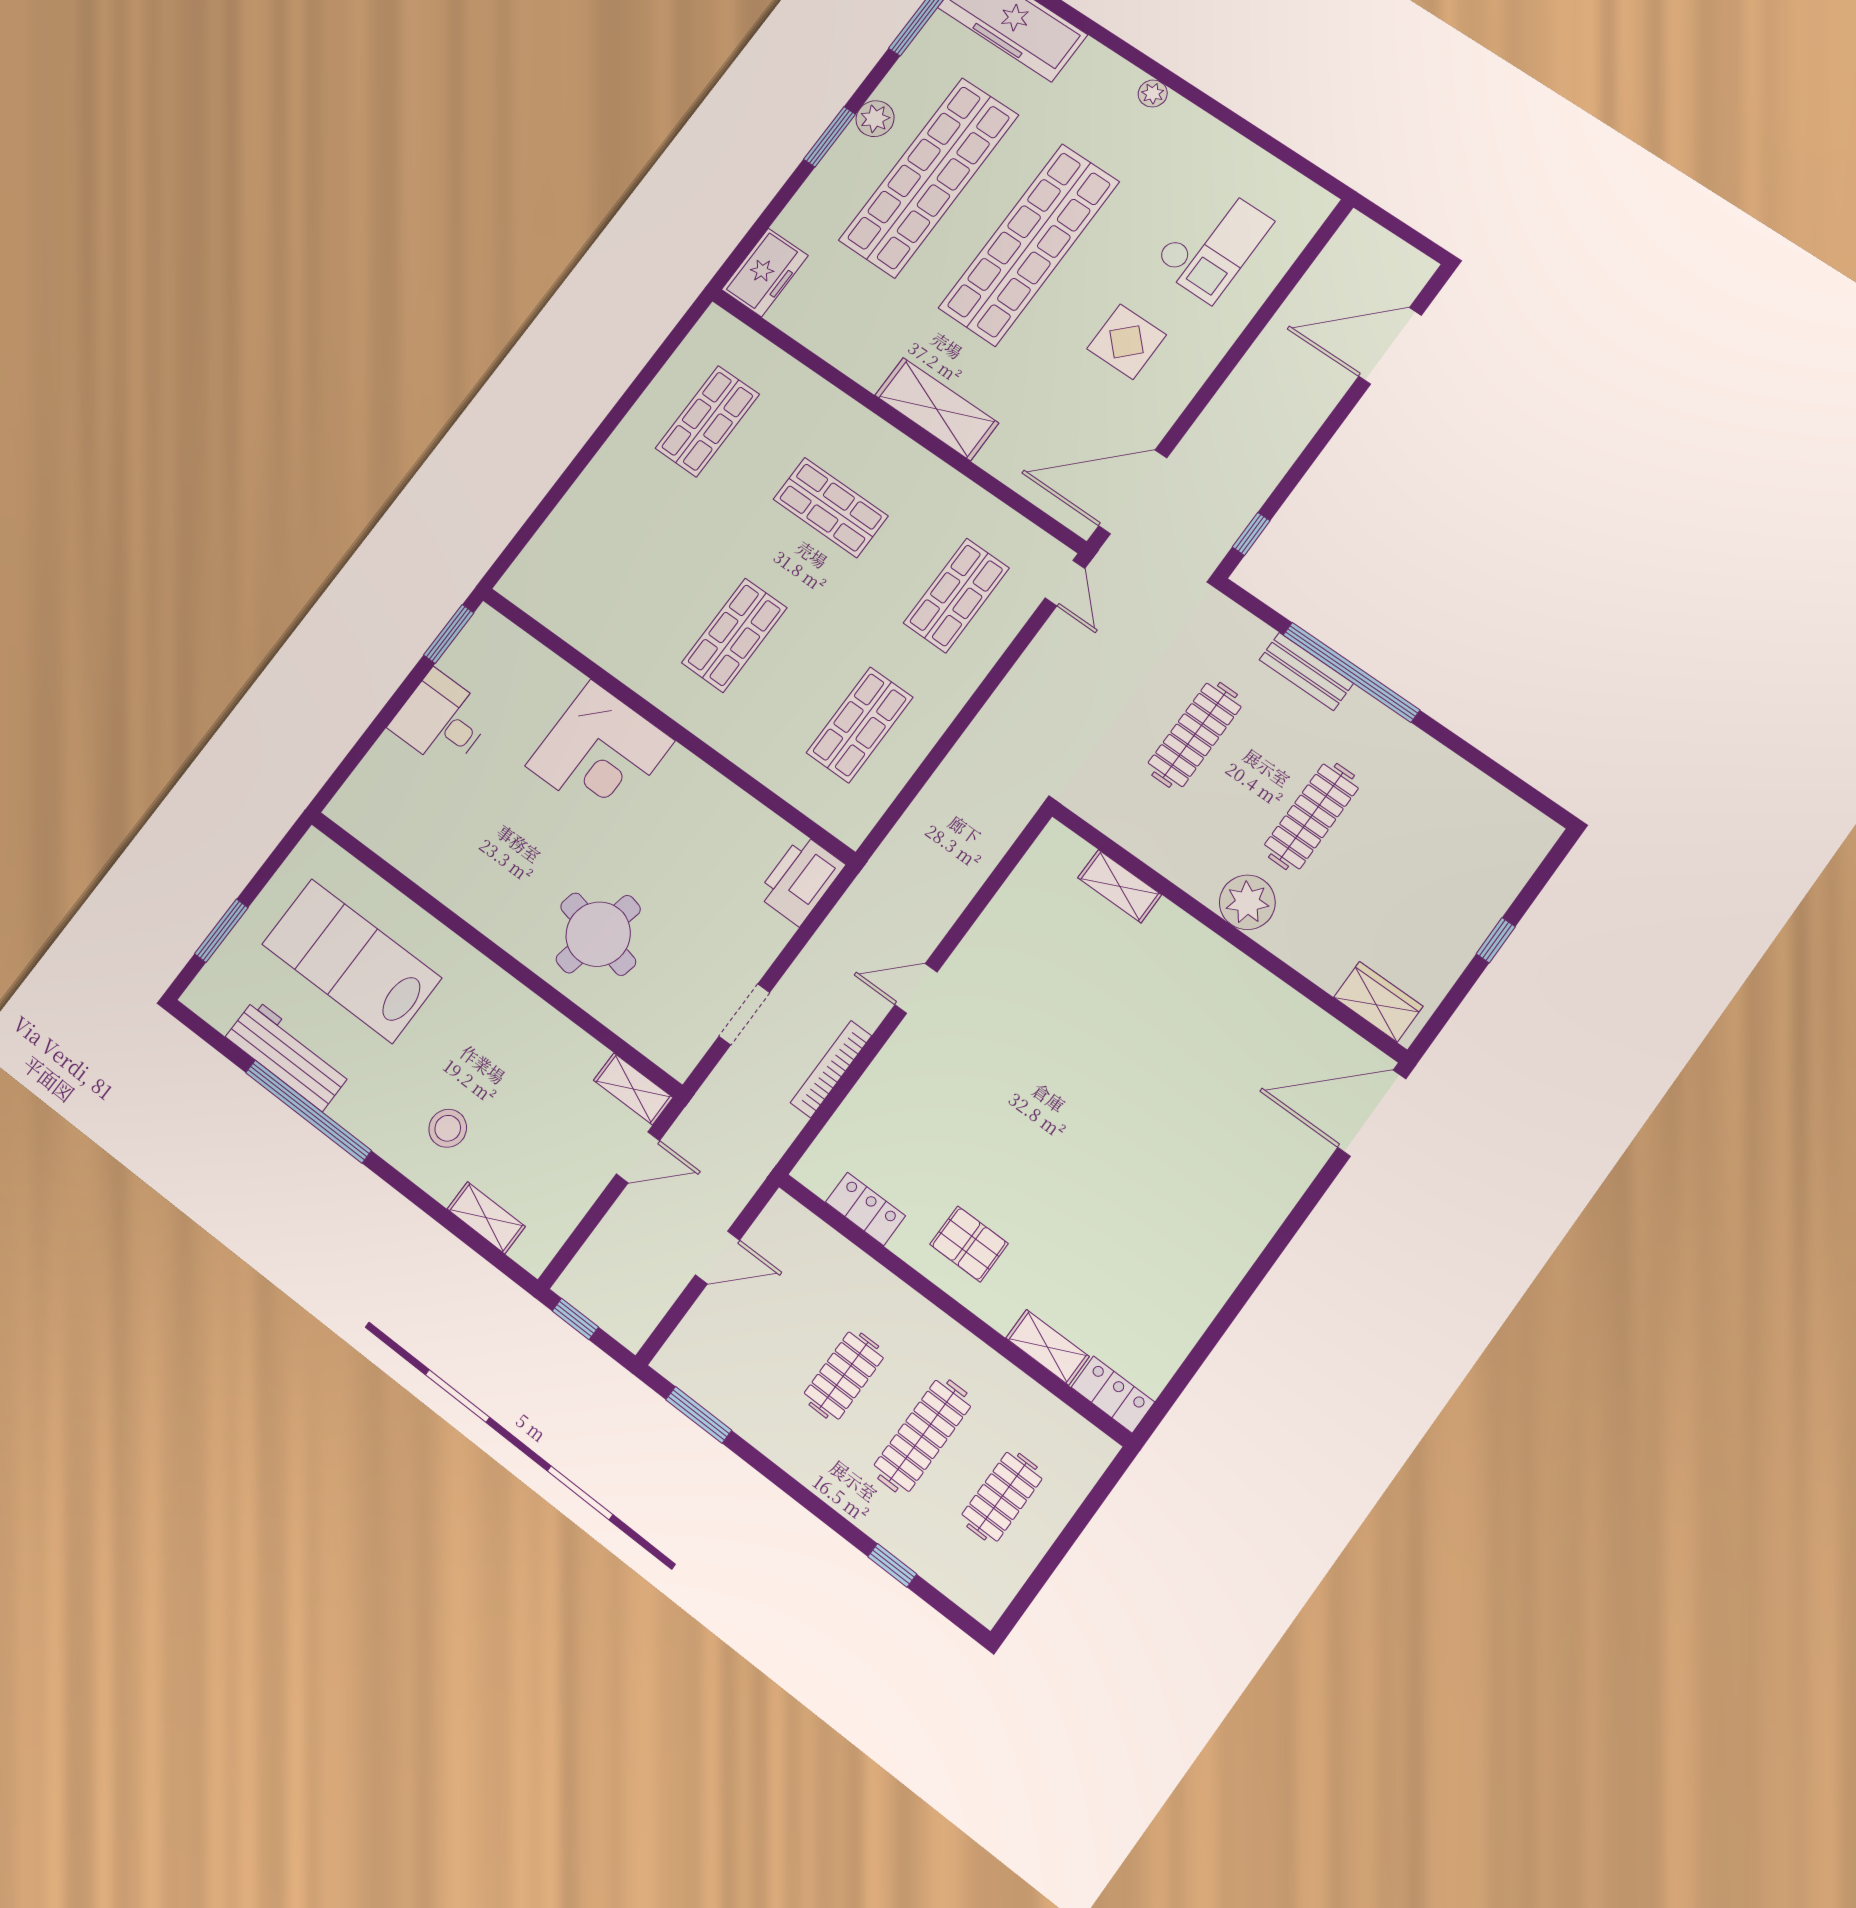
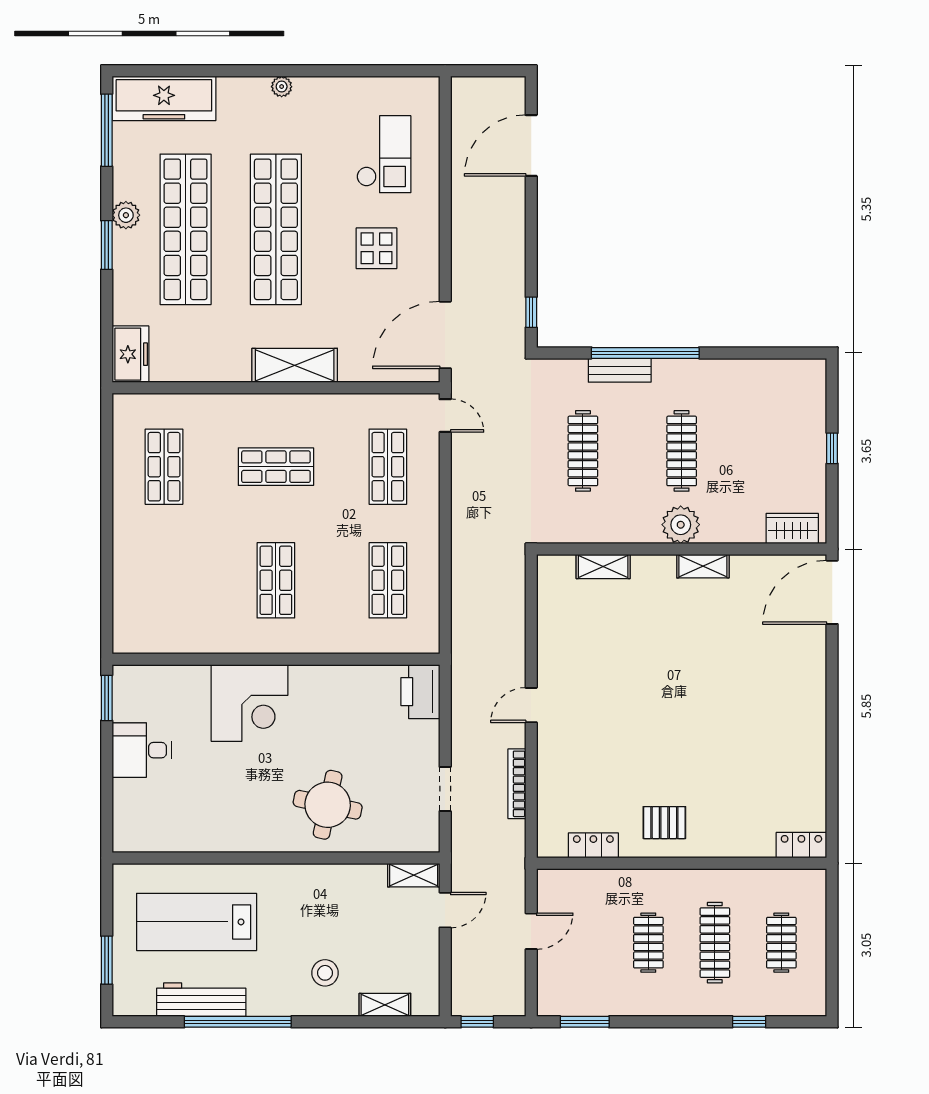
shelving: (1048, 1347) -> (703, 566), moved

